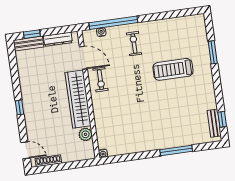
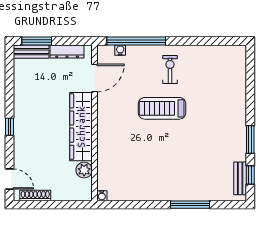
window: (32, 34) -> (37, 41), width x1.50
exercise bike: (134, 44) -> (170, 70), moved
window: (213, 52) -> (250, 139), moved
door: (83, 58) -> (94, 78), hinge flipped
treadmill: (173, 69) -> (162, 108), moved
exercise bike: (100, 80) -> (111, 107), removed

